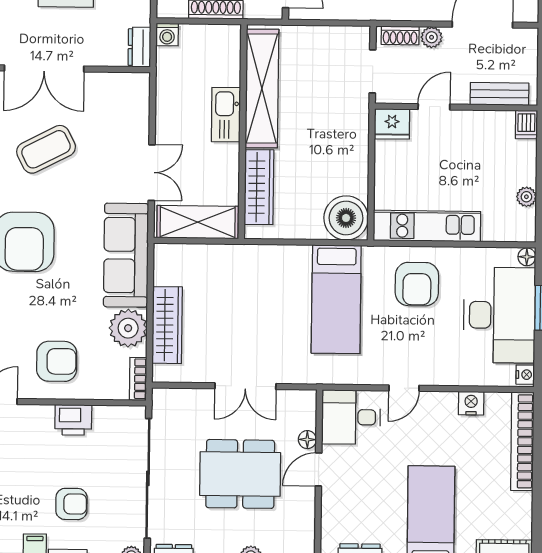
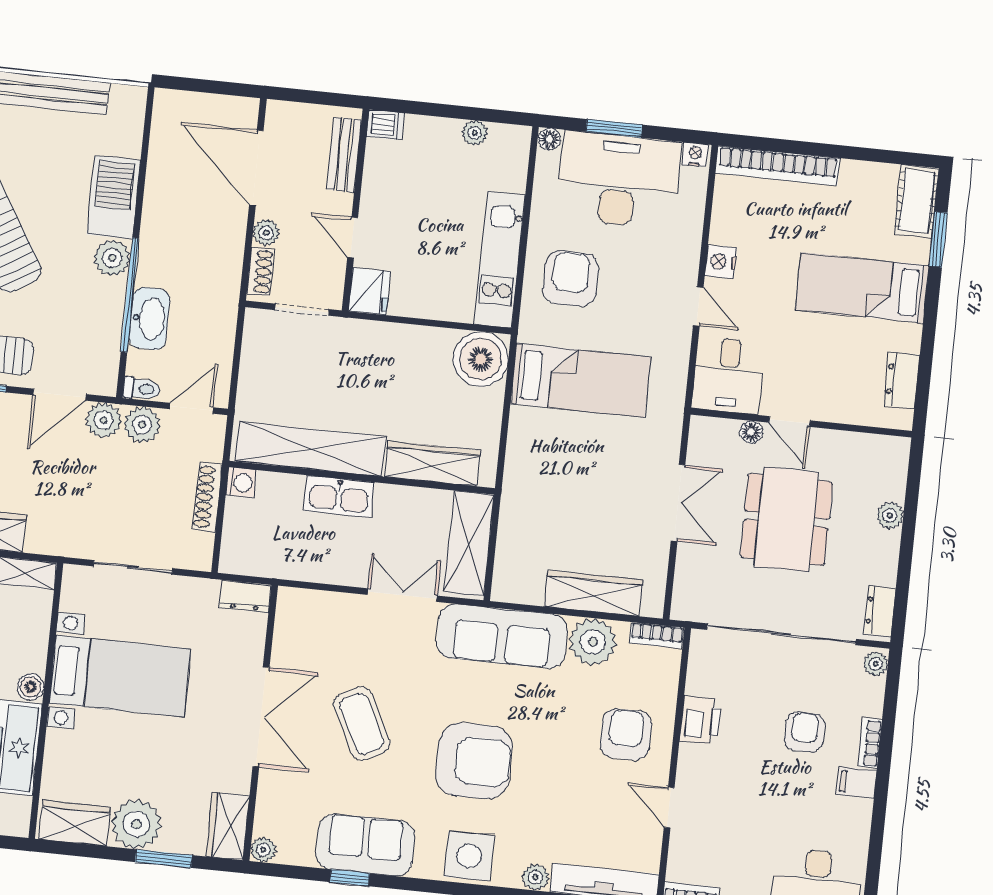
washing machine: (167, 35) -> (241, 482), moved
armchair: (417, 284) -> (571, 279), turned -90
nightstand: (471, 403) -> (721, 262), moved

